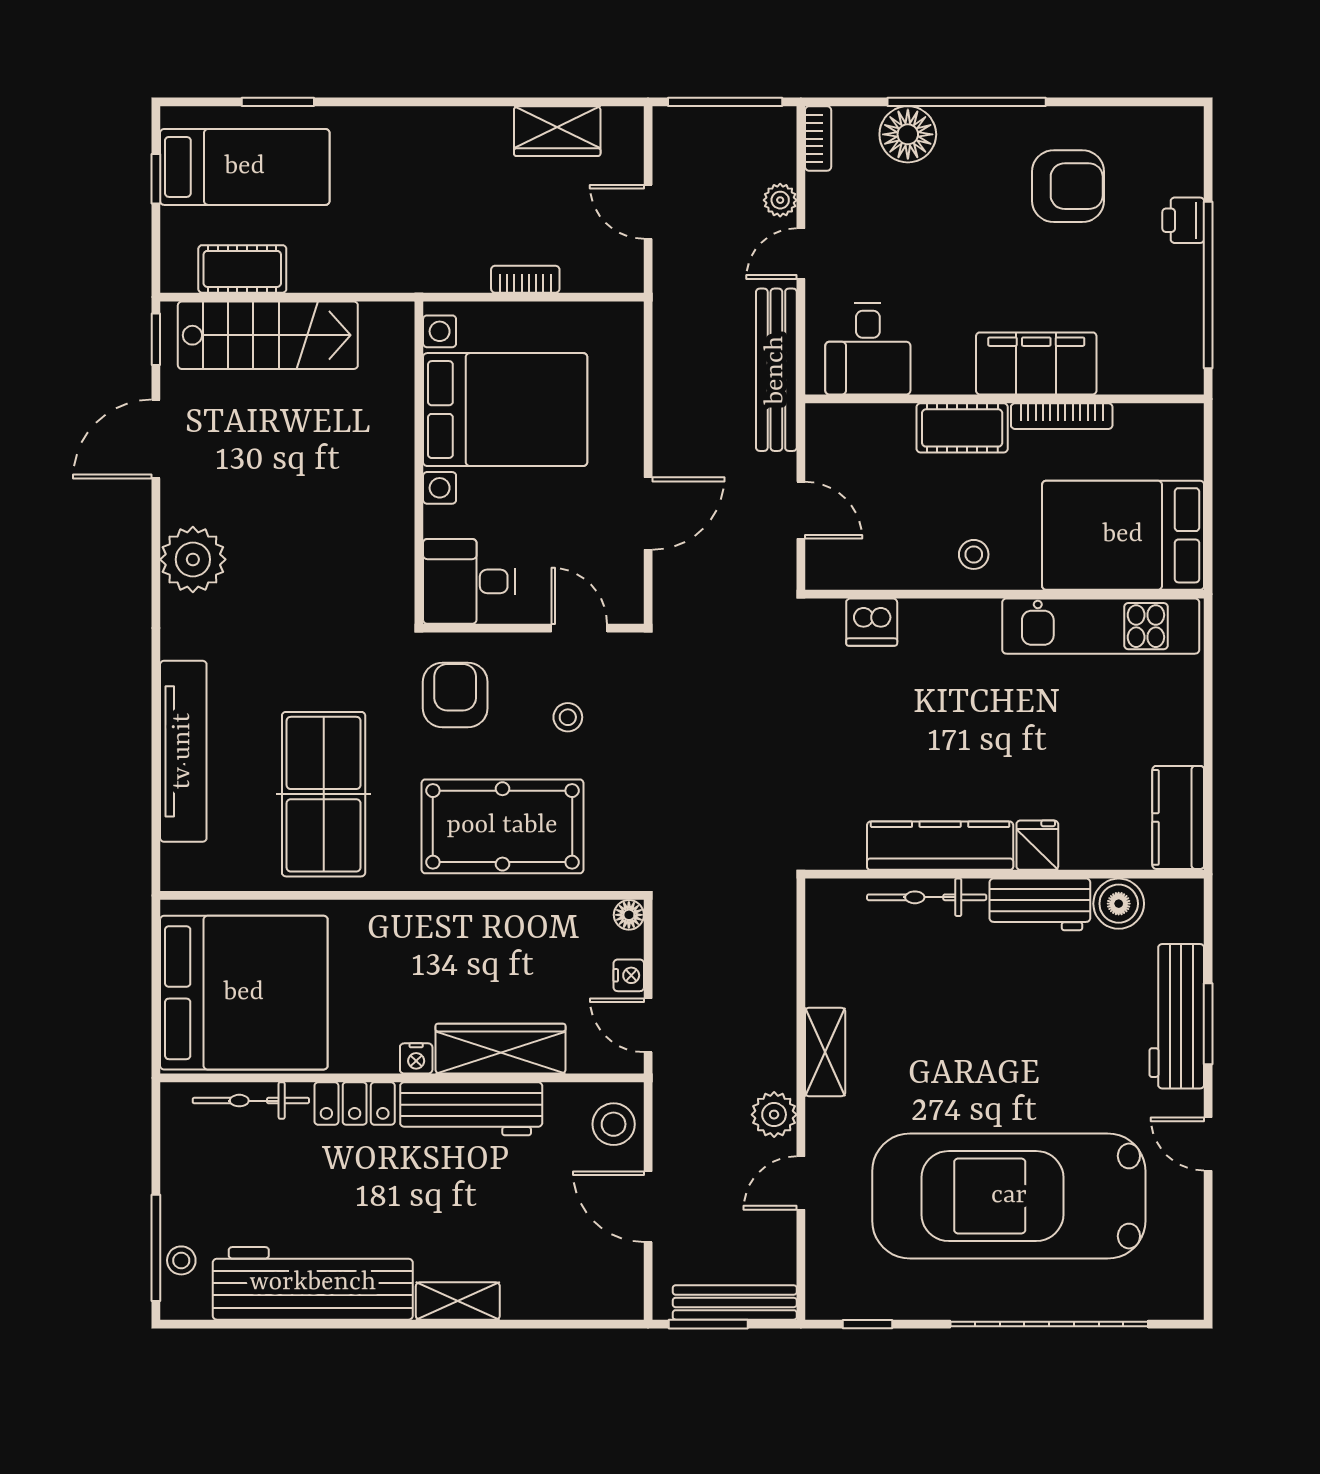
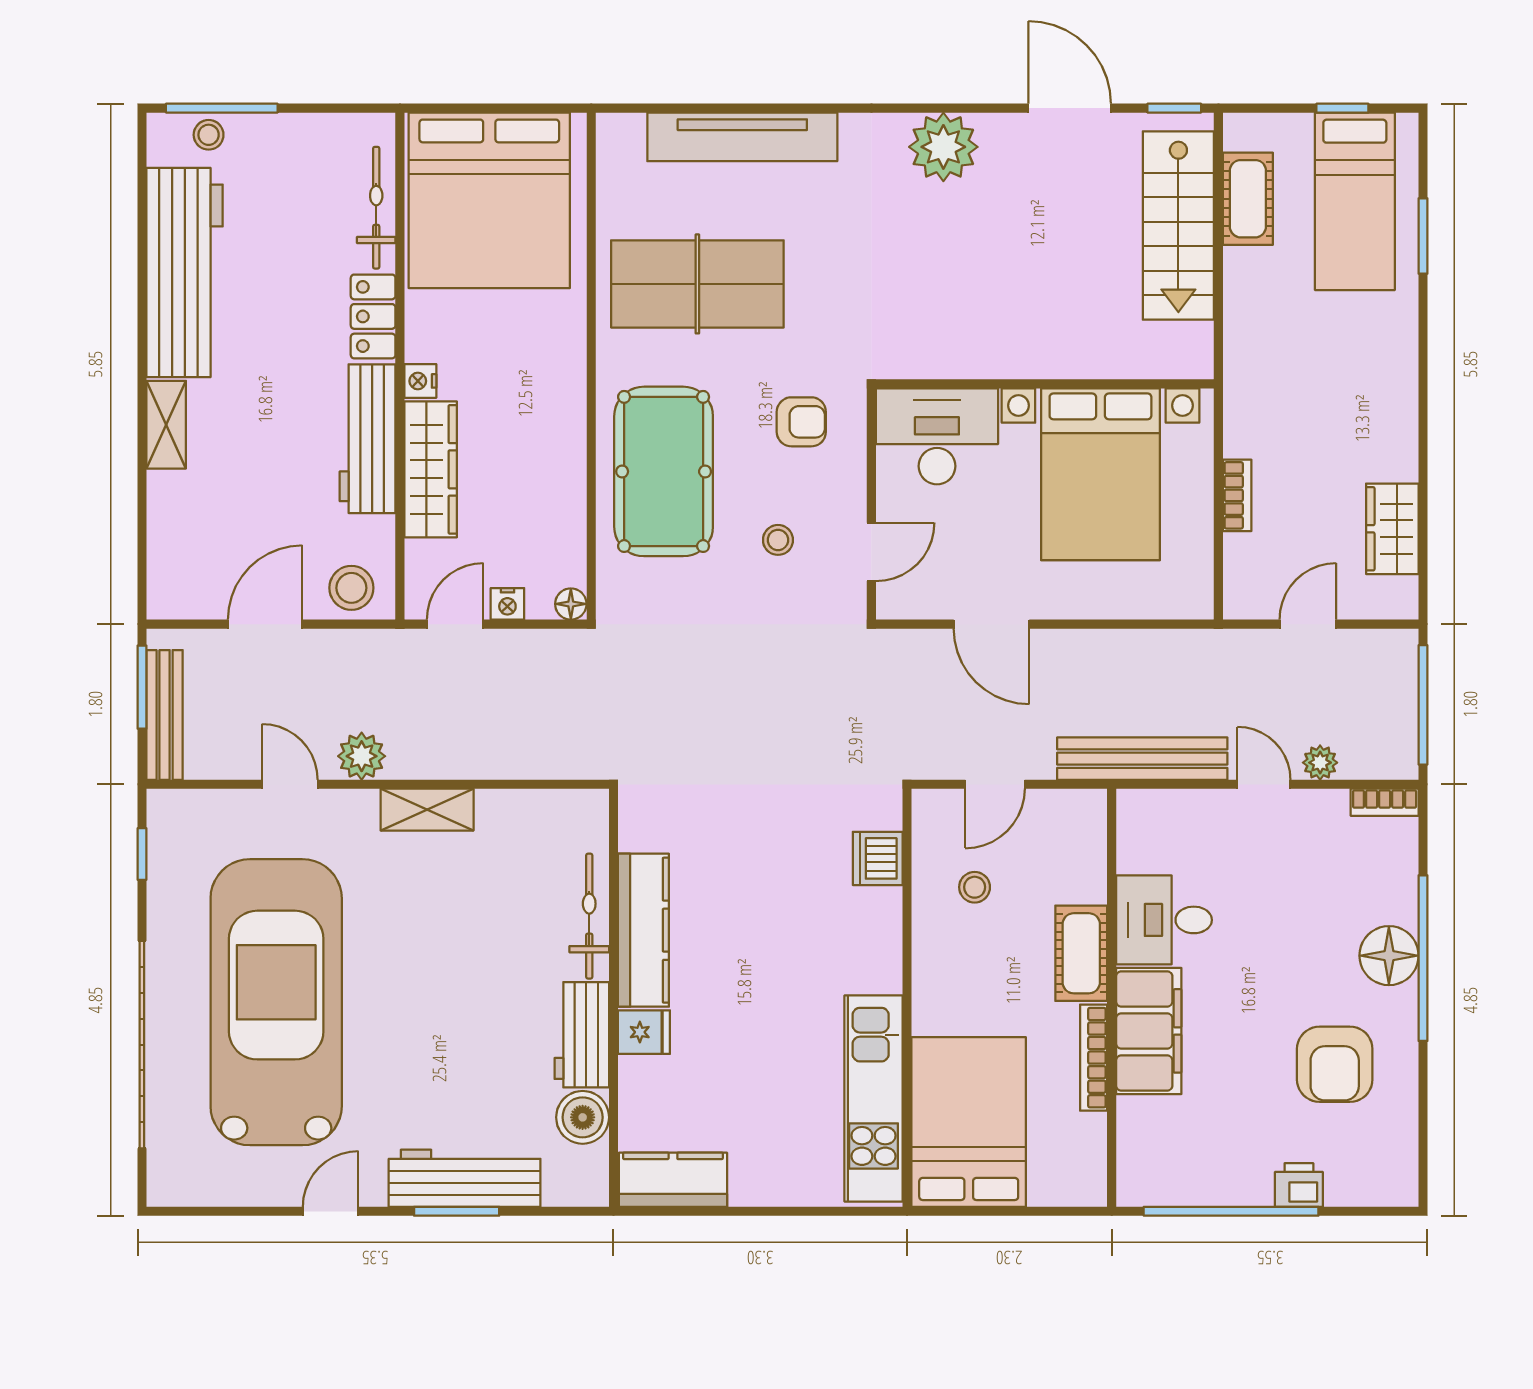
floor lamp: (908, 134) -> (1389, 956), moved
desk: (868, 349) -> (1164, 920), moved
stool: (974, 554) -> (975, 887), moved
desk: (469, 581) -> (937, 436), width x1.37
armchair: (455, 695) -> (801, 422), width x0.72, depth x0.72

